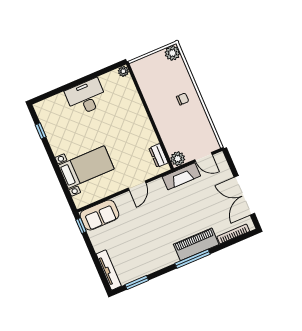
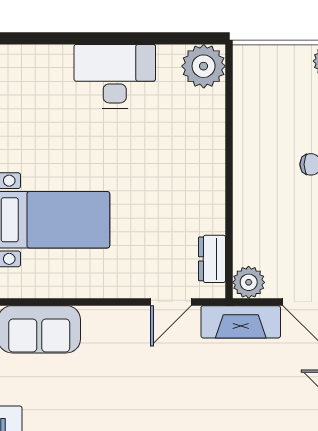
plant: (123, 71) -> (204, 66), width x1.87, depth x1.87
door: (137, 186) -> (171, 302), moved

